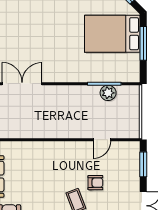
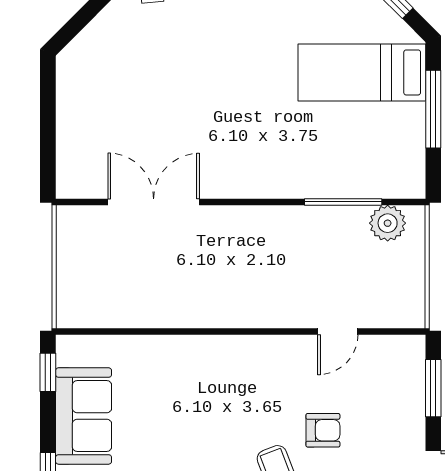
bed: (112, 34) -> (362, 72), width x0.67
plant: (108, 93) -> (388, 223), moved

